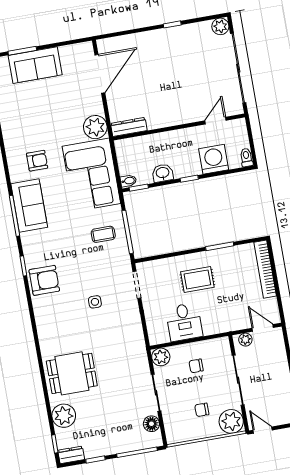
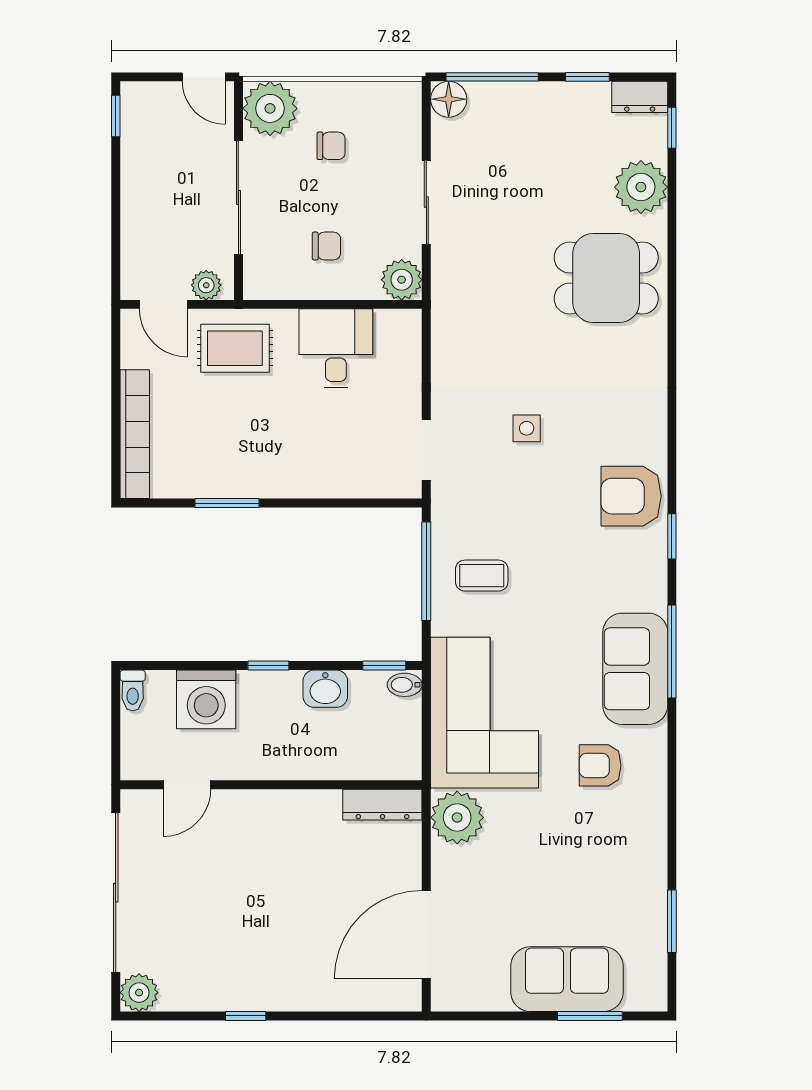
rug: (197, 279) -> (235, 348), moved
floor lamp: (151, 424) -> (449, 99), moved

